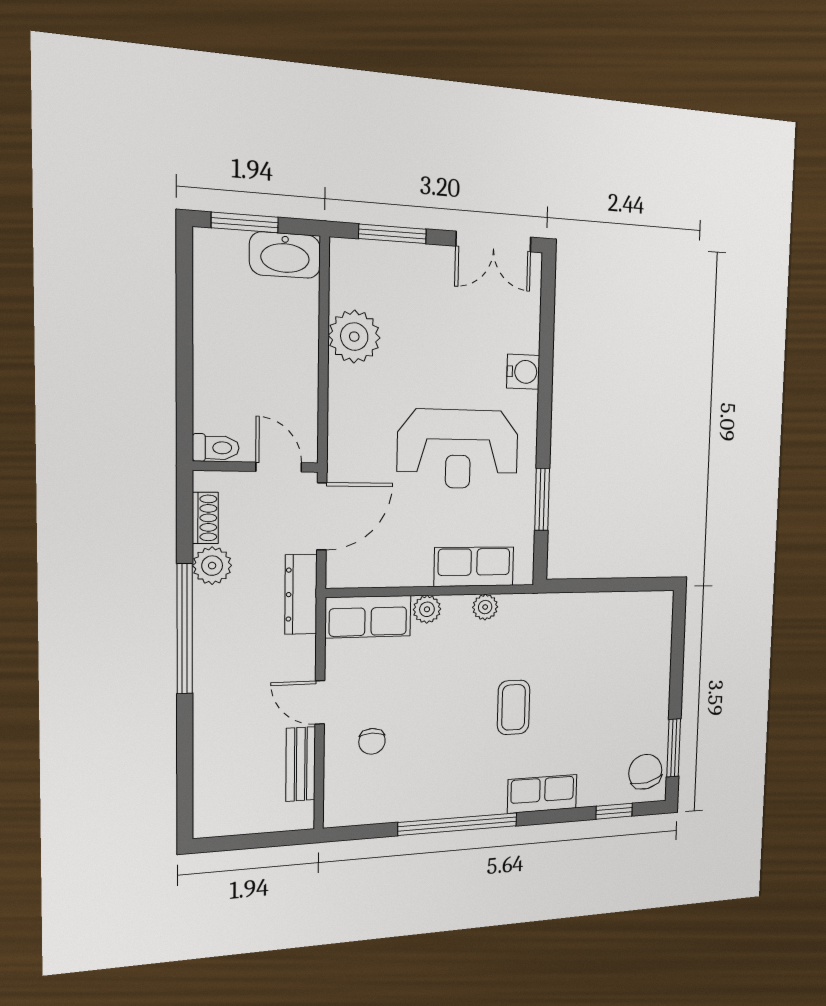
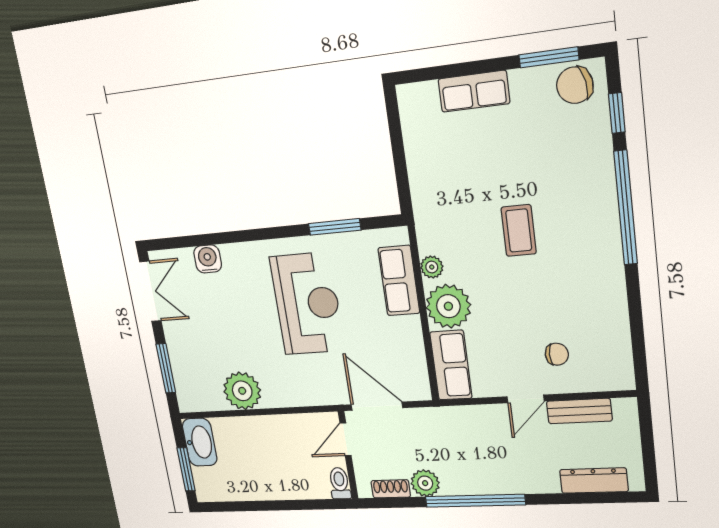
water cooler: (523, 372) -> (208, 259), moved
dresser: (301, 594) -> (594, 481), moved, turned 180
plant: (427, 609) -> (448, 306), width x1.88, depth x1.88
coffee table: (514, 707) -> (519, 231), turned 90
row of seats: (542, 794) -> (474, 91), moved, turned -90
window: (458, 824) -> (626, 208), moved

